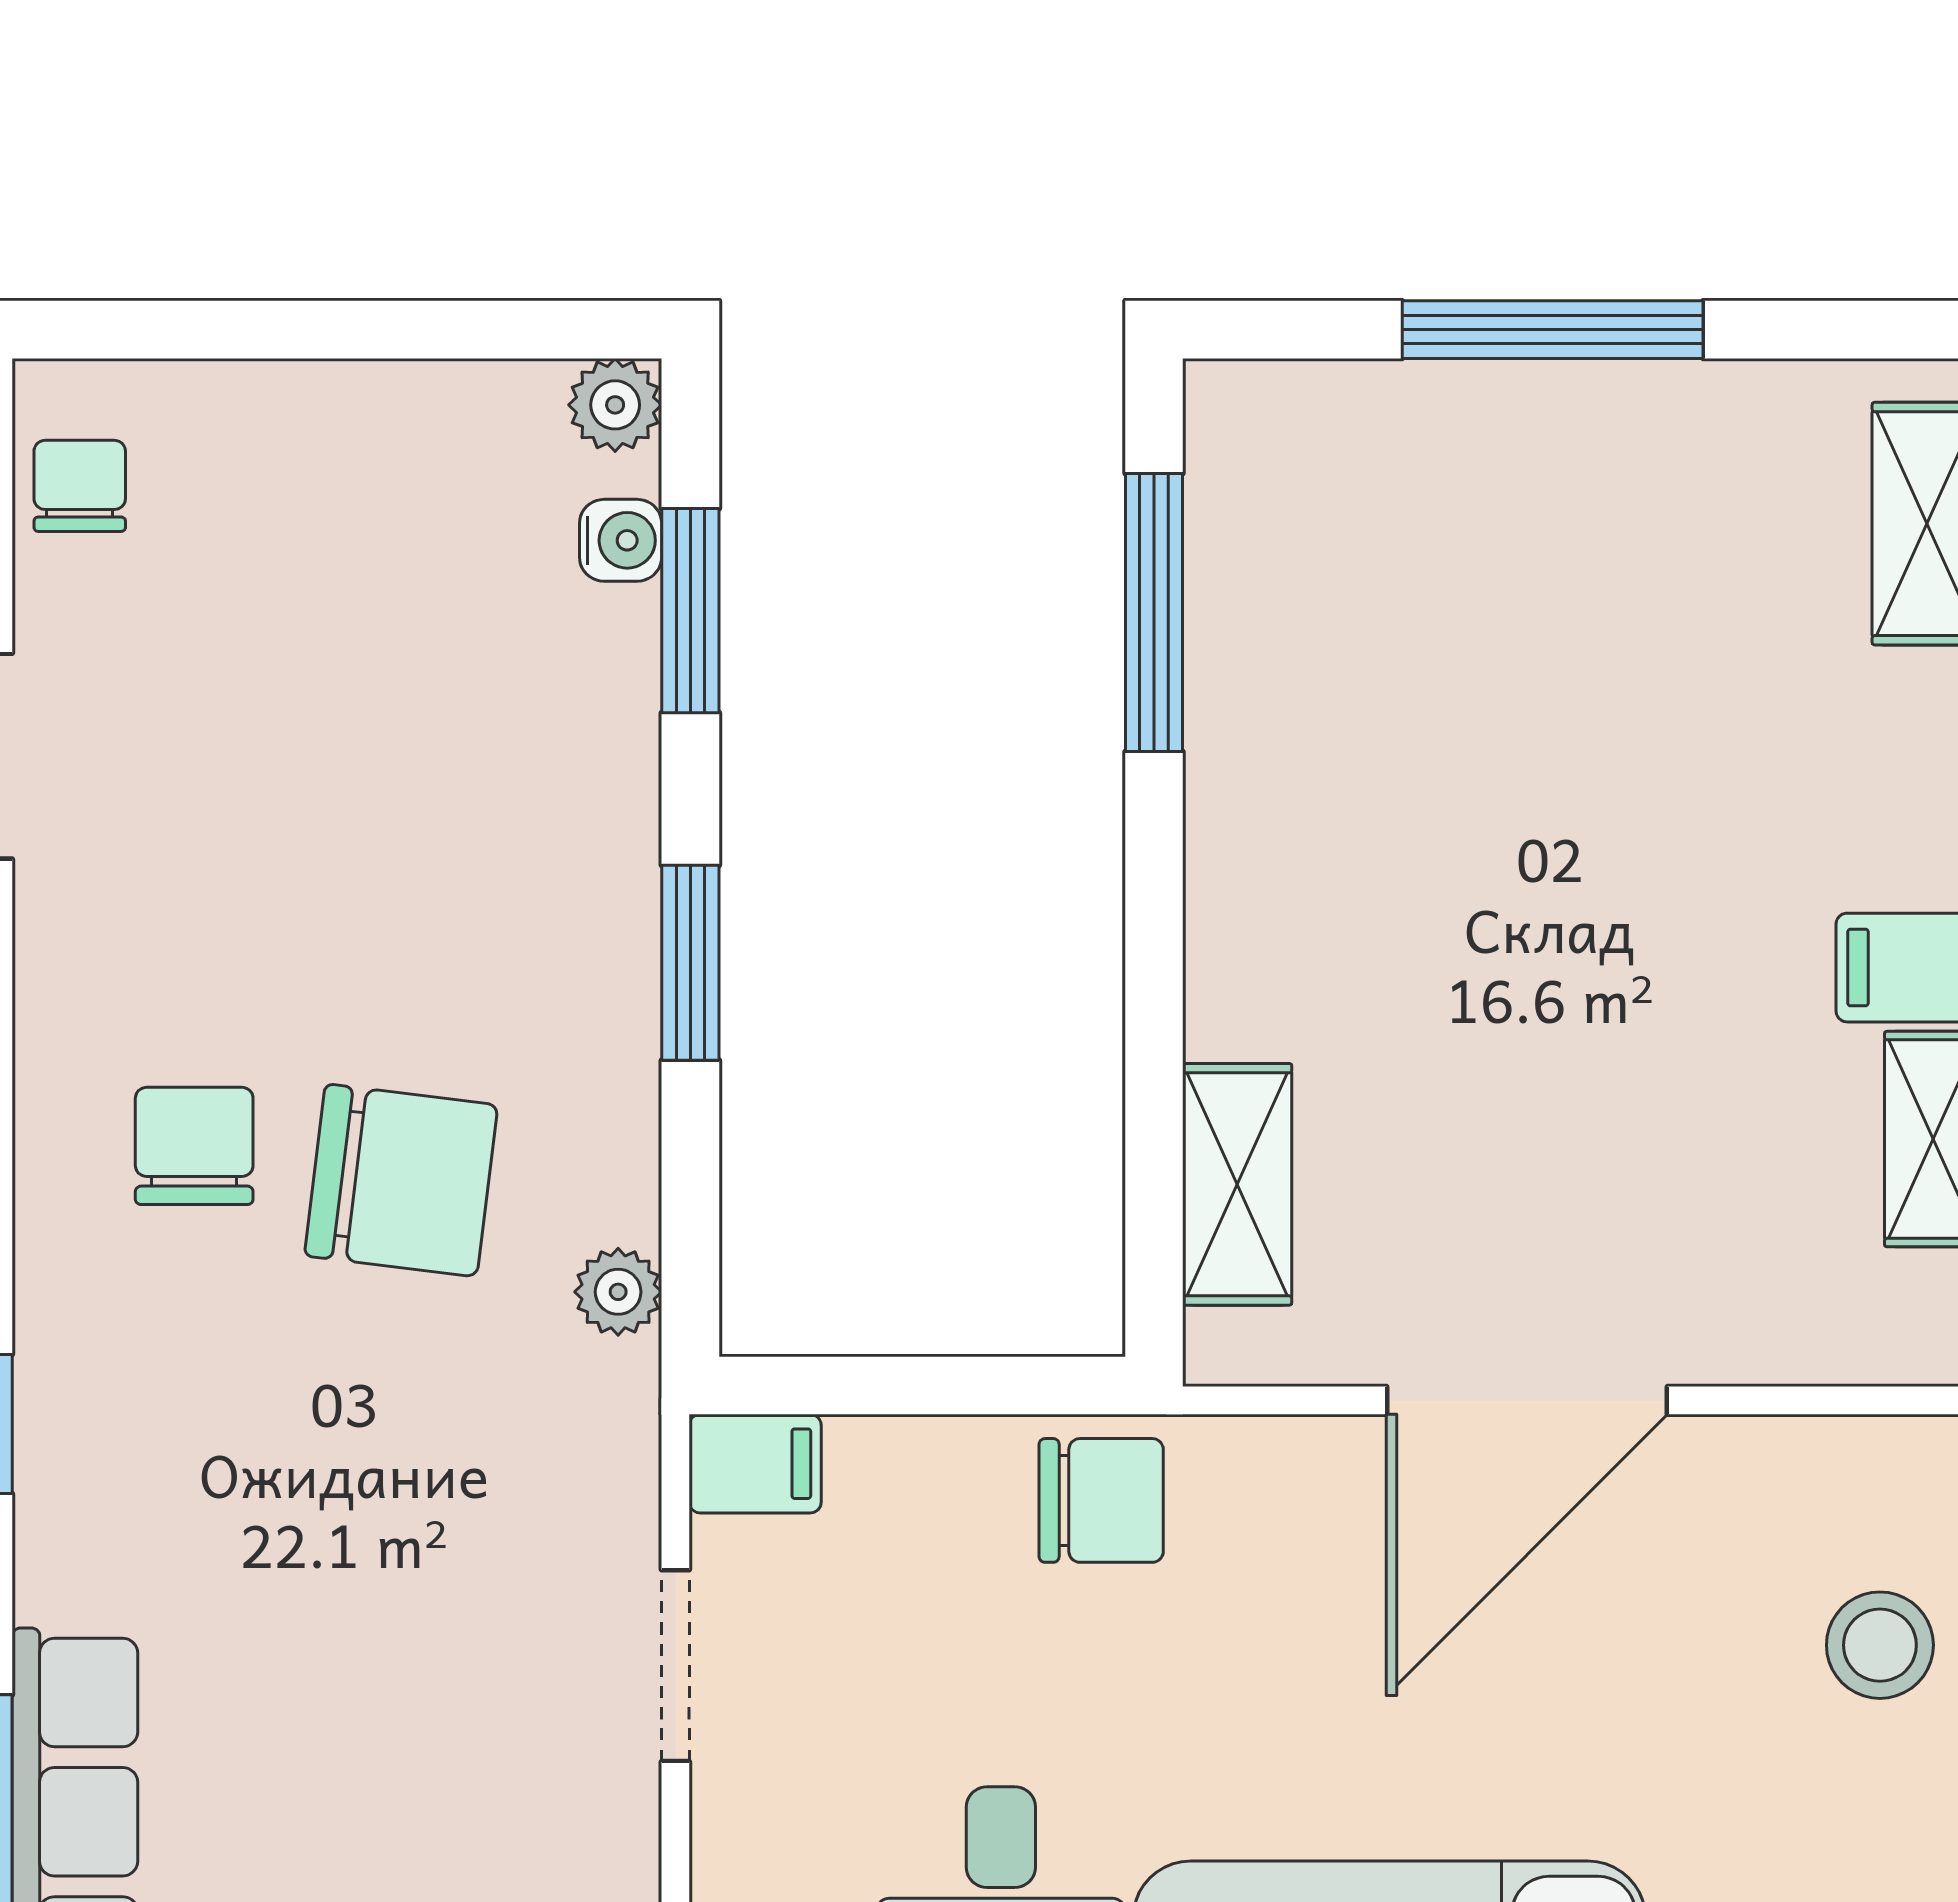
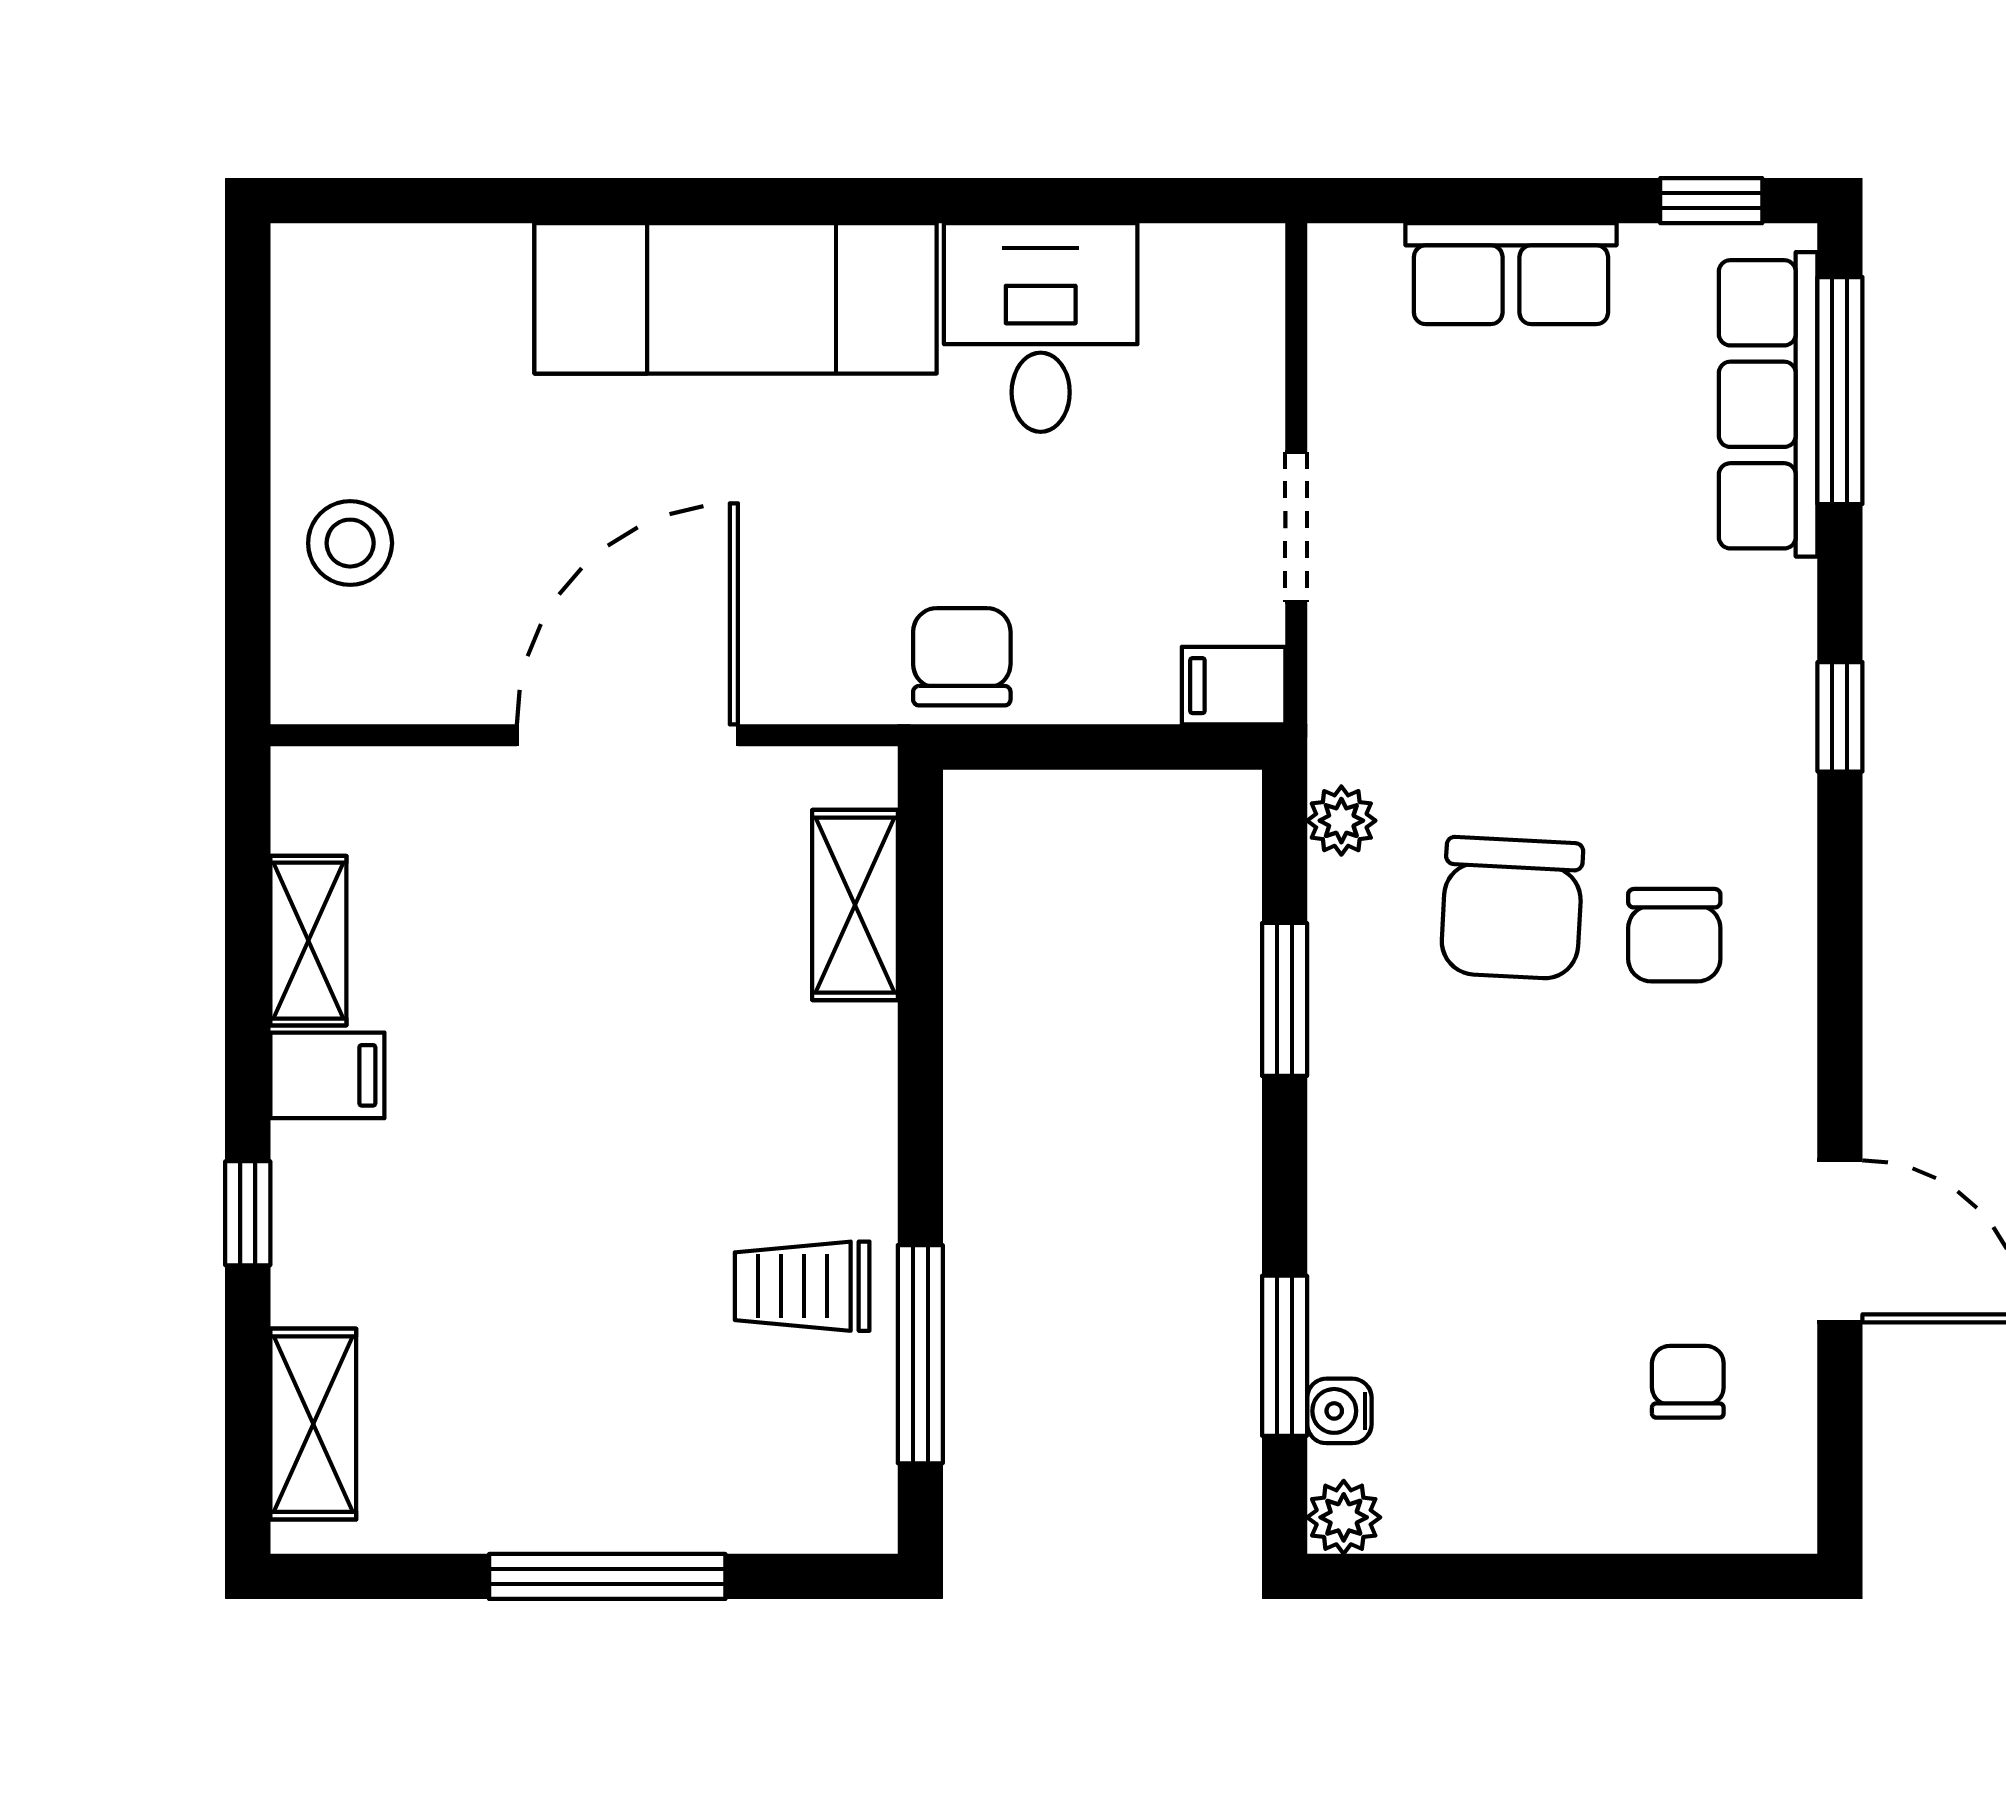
chair: (80, 486) -> (1688, 1382), moved, turned 180
trolley: (1304, 699) -> (802, 1286), added
window: (690, 963) -> (1285, 999), moved
chair: (401, 1180) -> (1512, 908), turned -94
chair: (1101, 1500) -> (962, 657), turned 90

